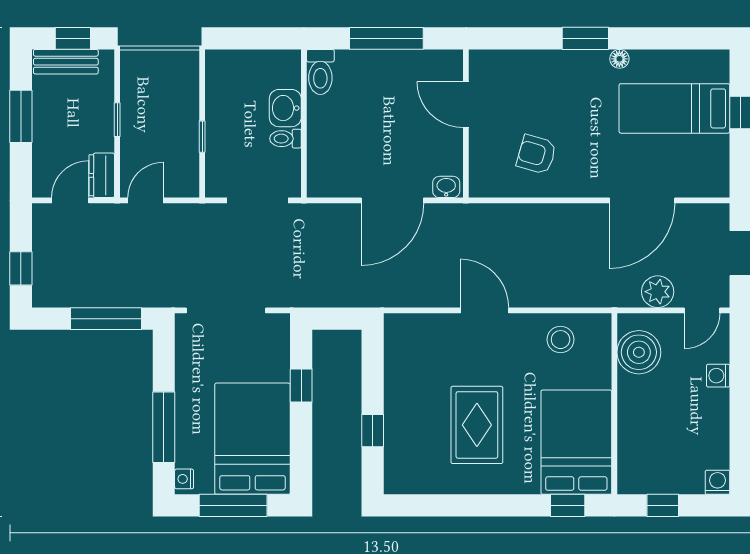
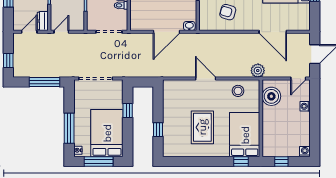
door: (642, 200) -> (273, 32), hinge flipped
plant: (658, 292) -> (258, 71), moved

